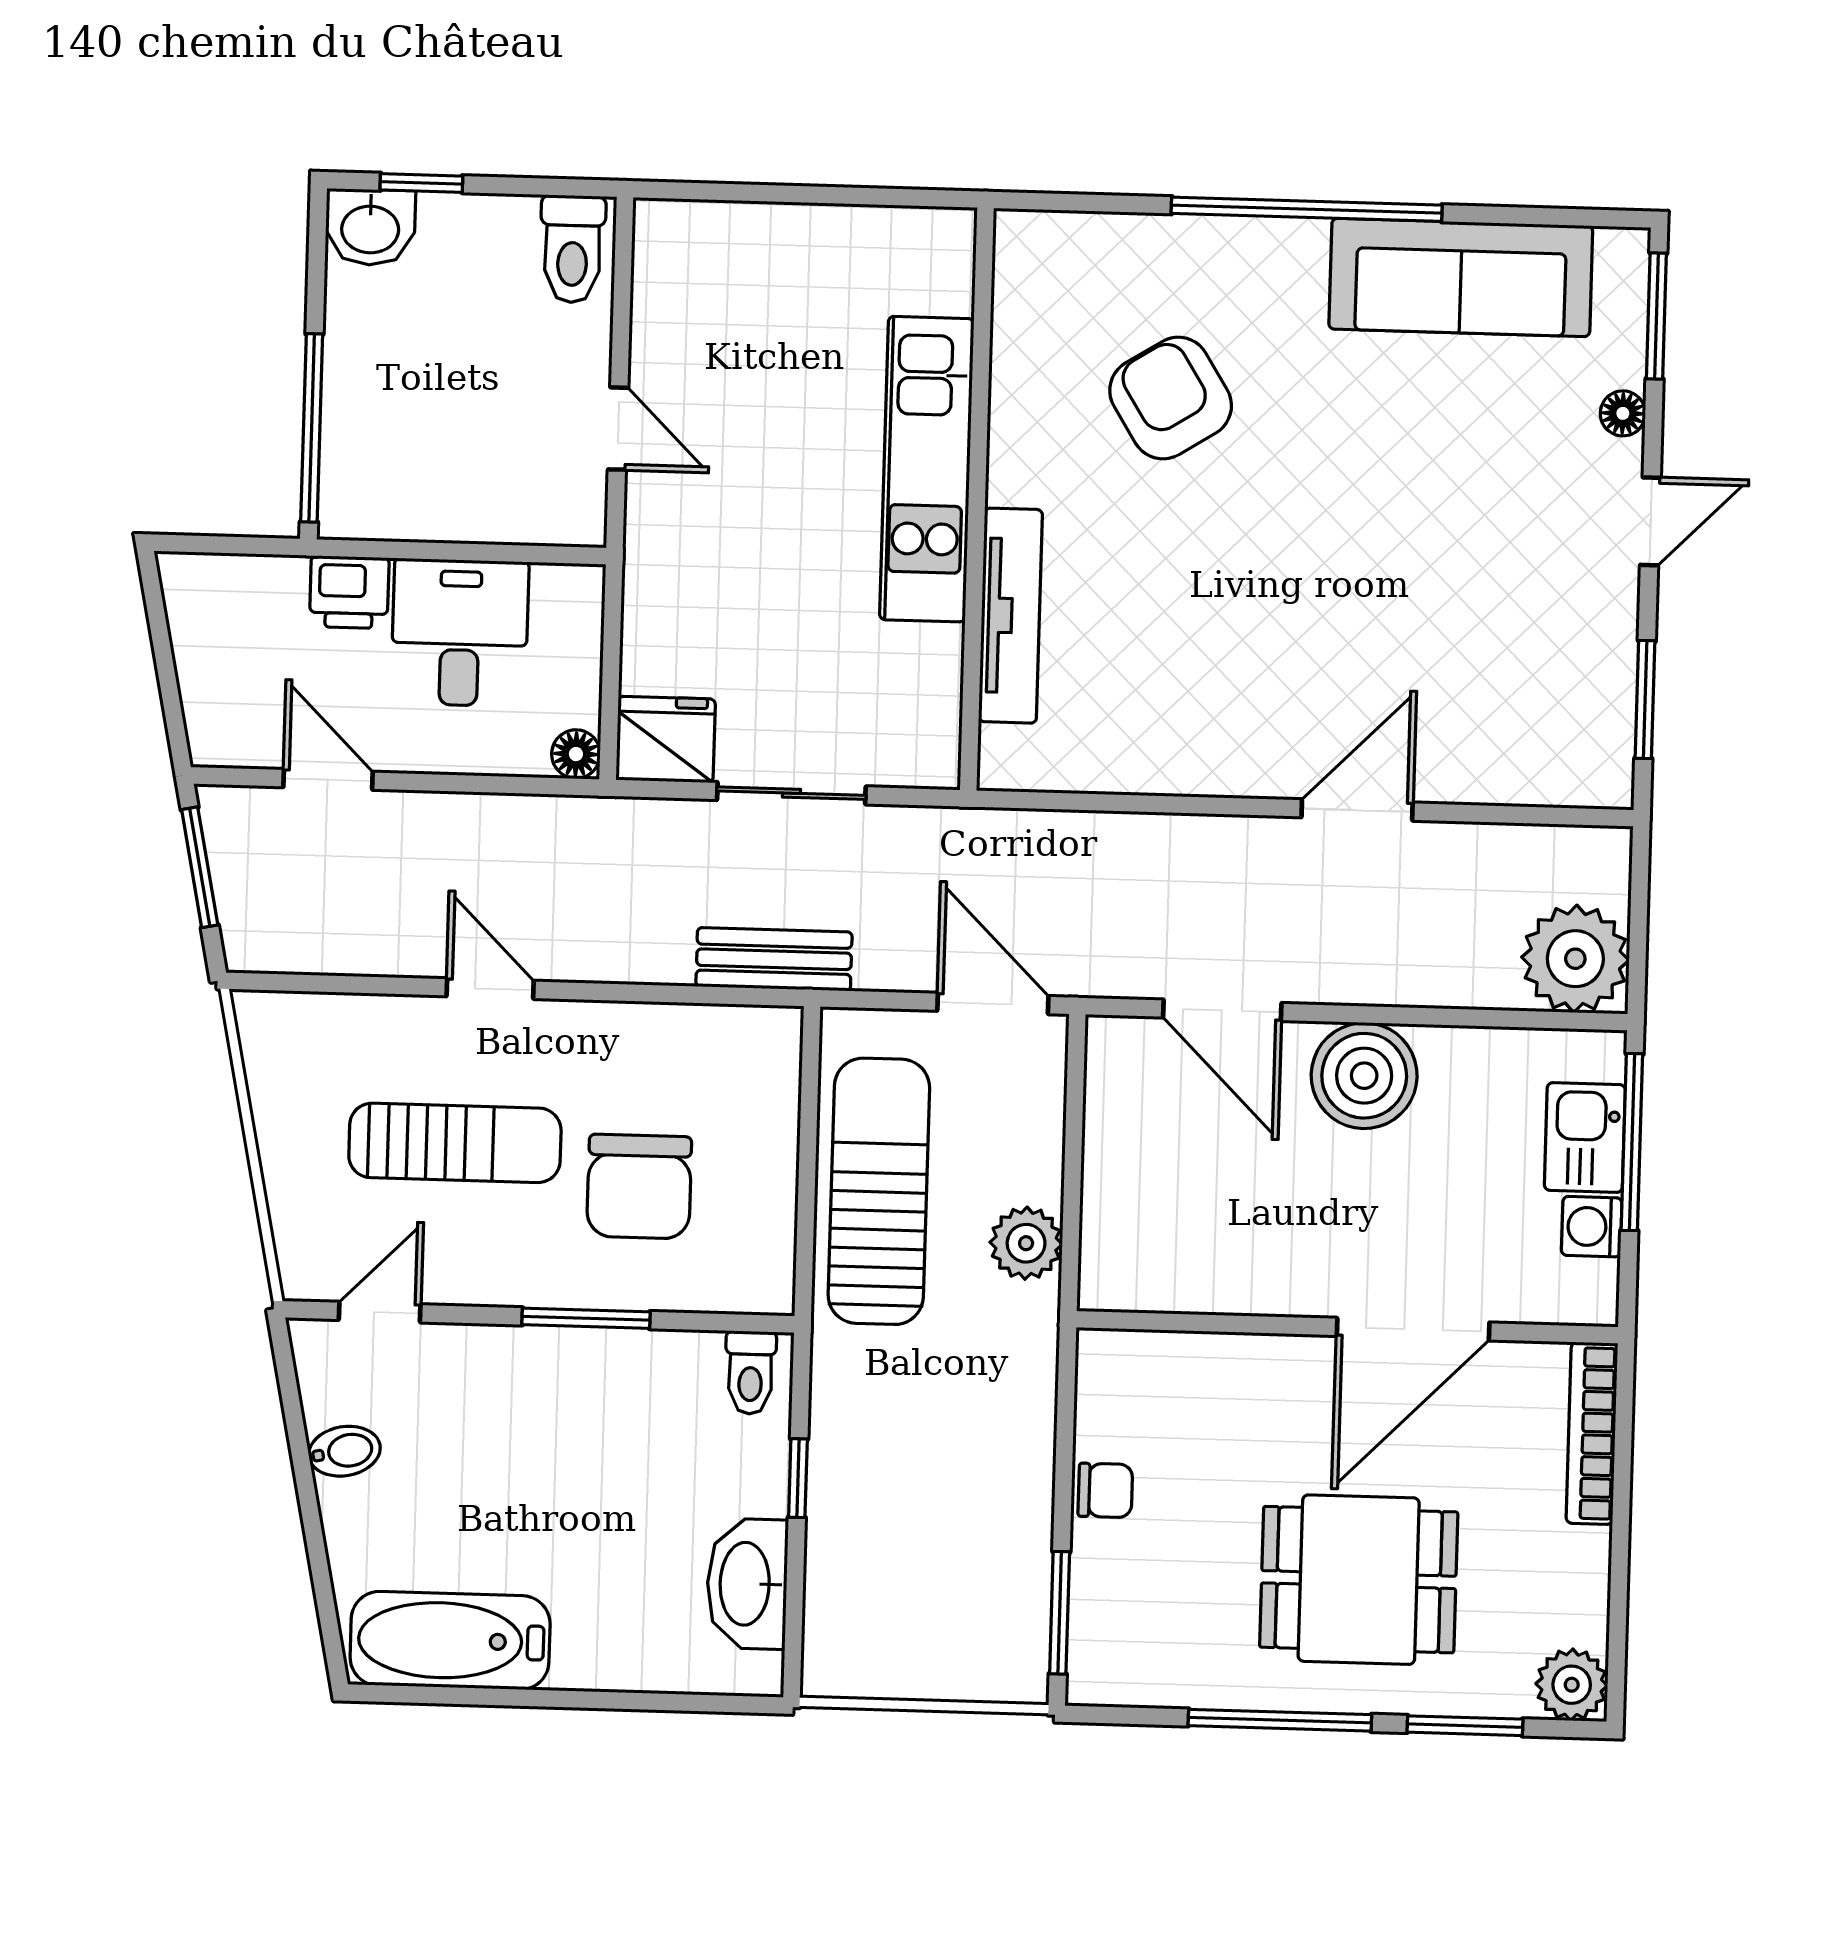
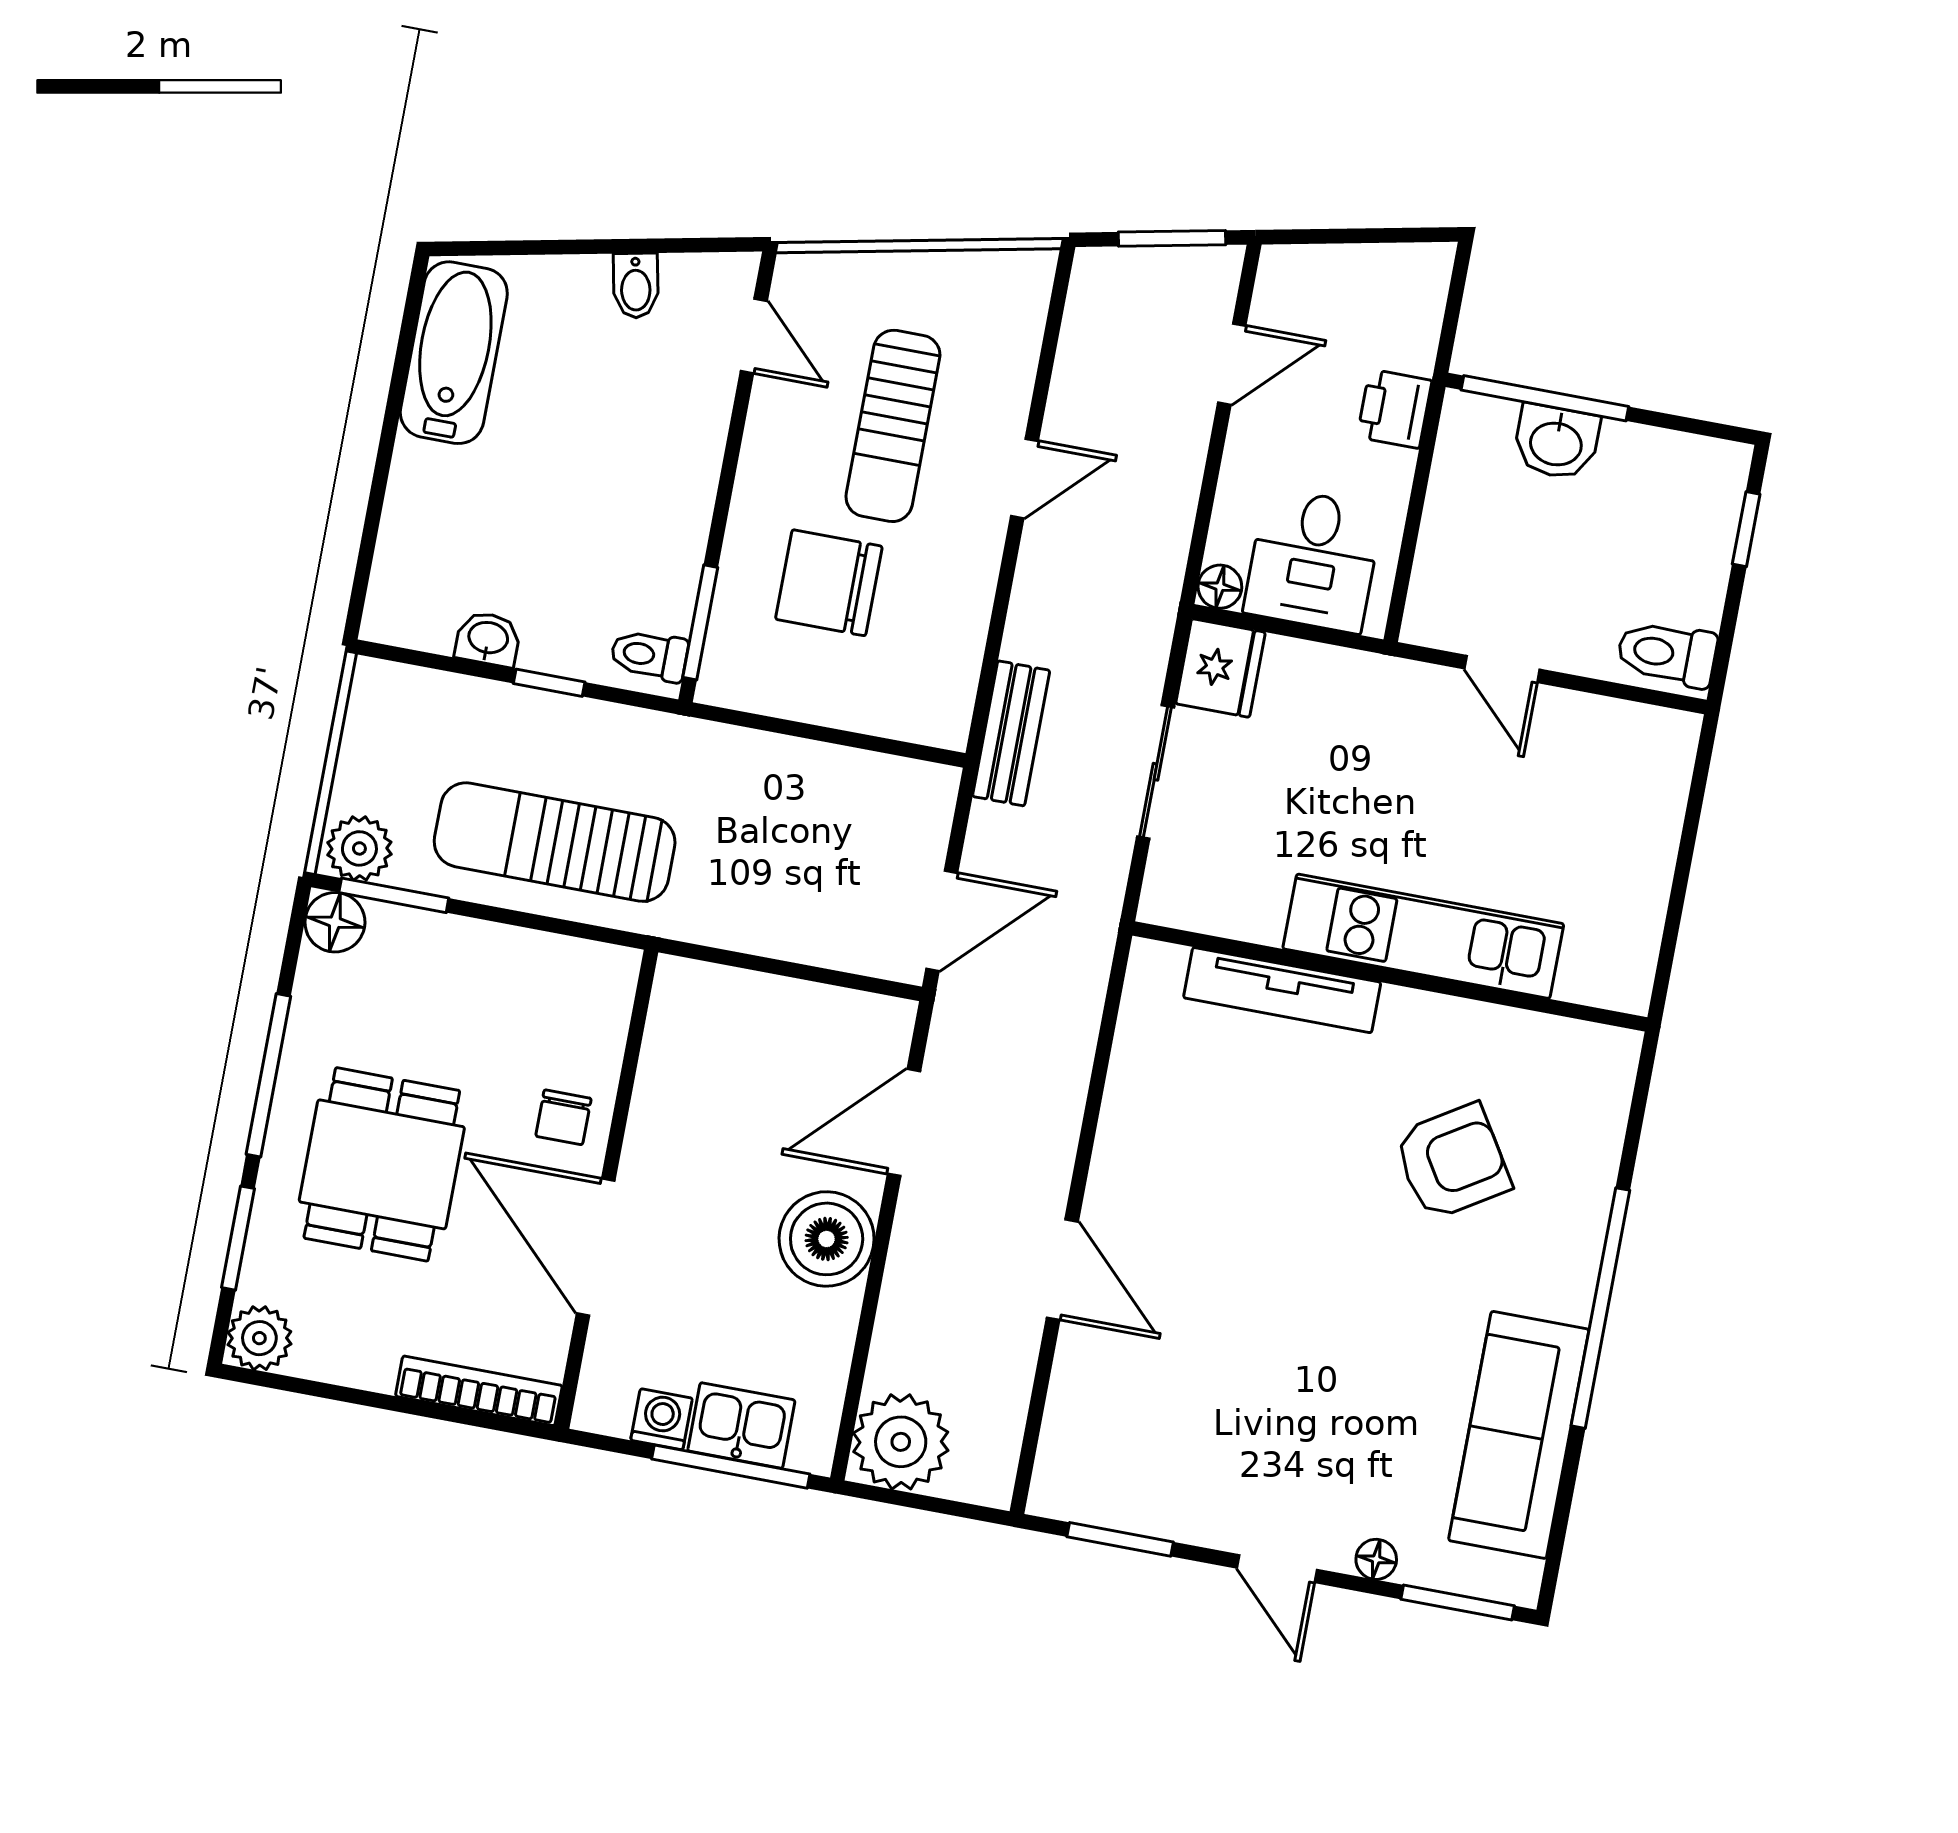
washbasin: (370, 227) -> (1556, 442), moved, turned -90
door: (618, 429) -> (1502, 669), hinge flipped
desk: (460, 633) -> (1313, 560), moved, turned 90
sun lounger: (879, 1191) -> (555, 842), moved, turned 180
plant: (1026, 1243) -> (359, 848), moved
window: (586, 1318) -> (700, 622), moved
chair: (1105, 1490) -> (563, 1117), moved
washbasin: (747, 1584) -> (488, 639), width x0.52, depth x0.69
floor lamp: (1099, 1673) -> (335, 922), added

